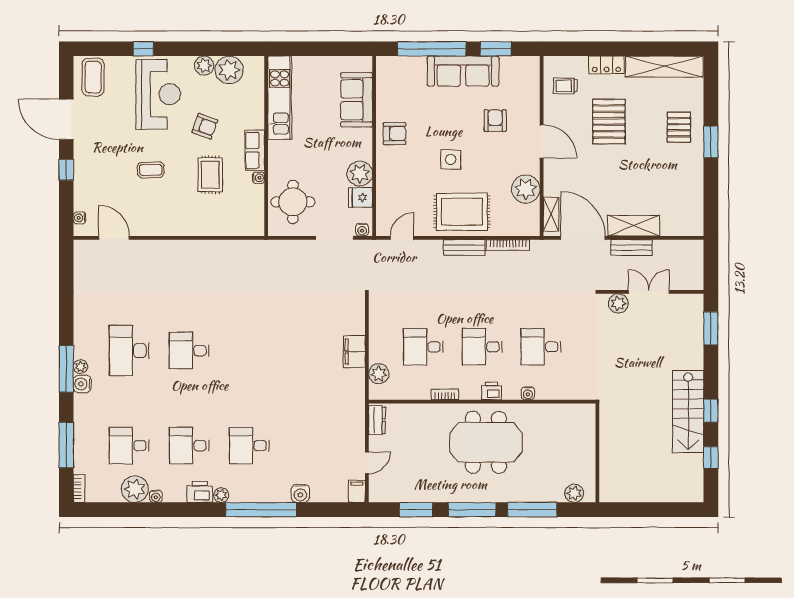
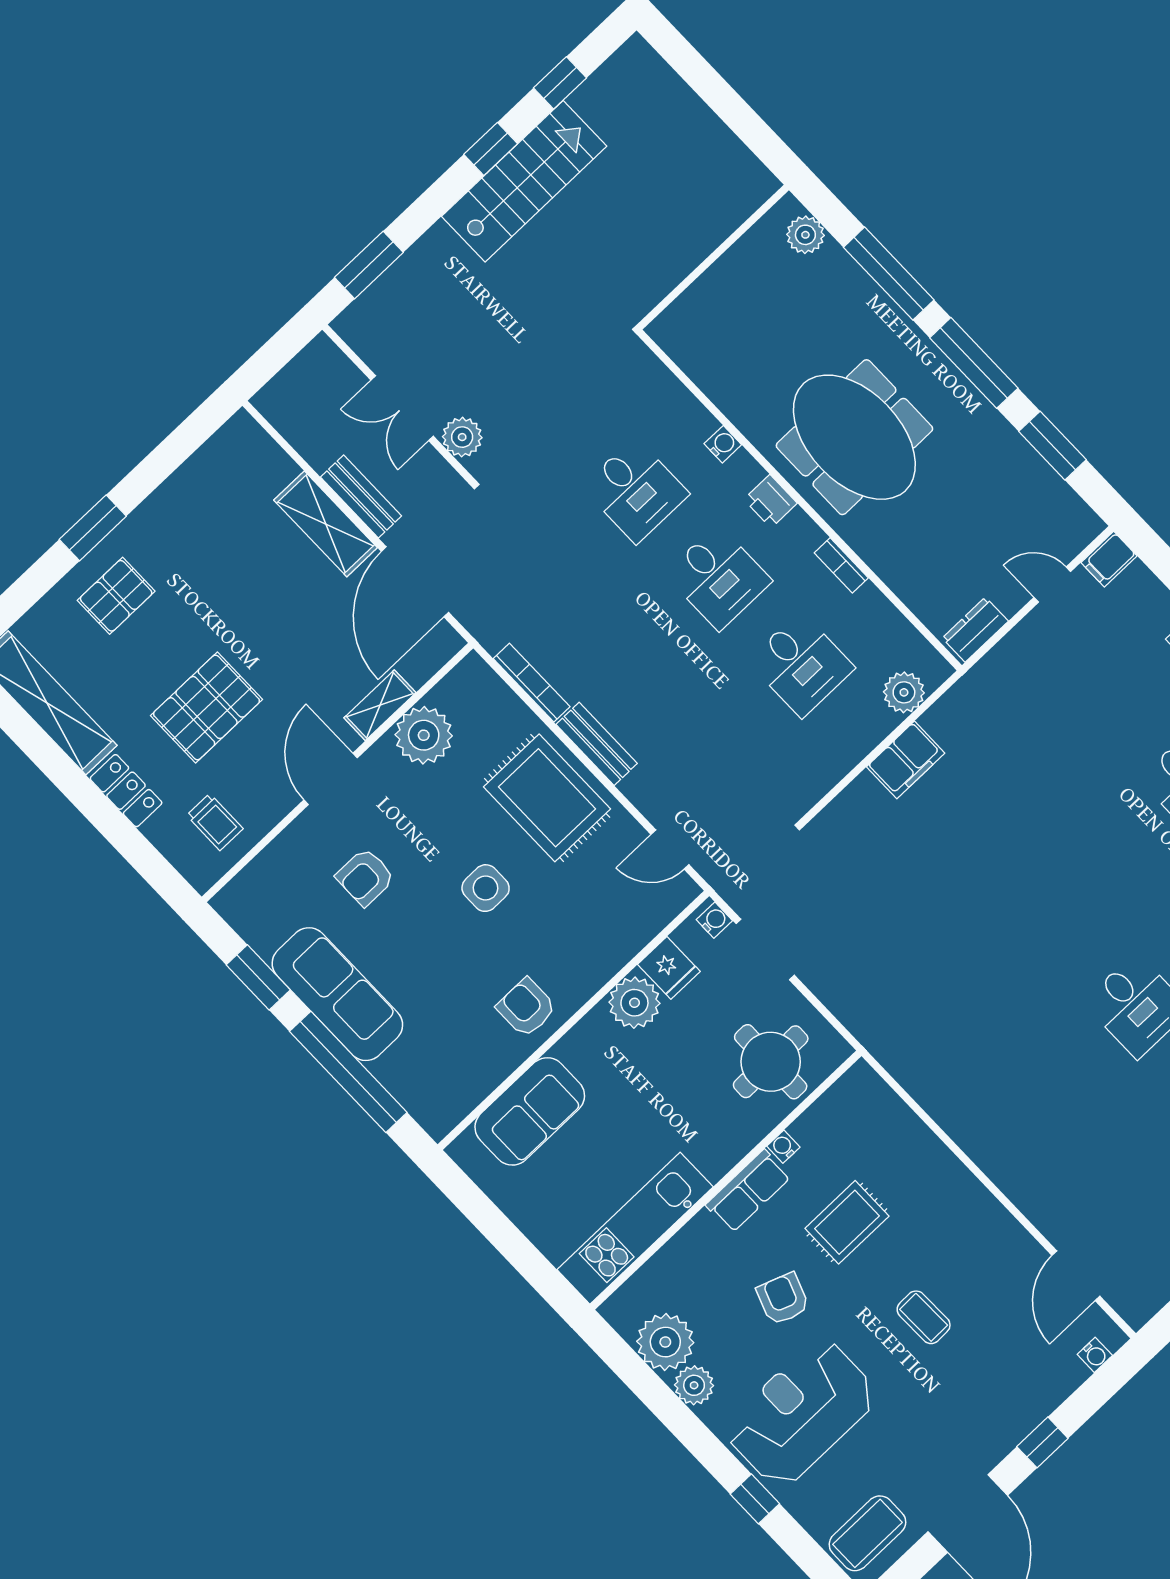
shelving: (551, 214) -> (380, 705), moved

